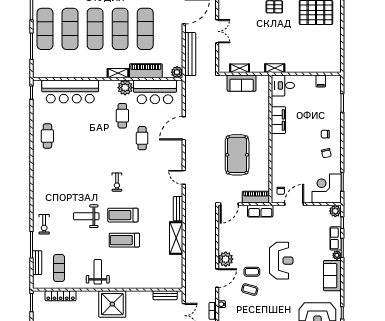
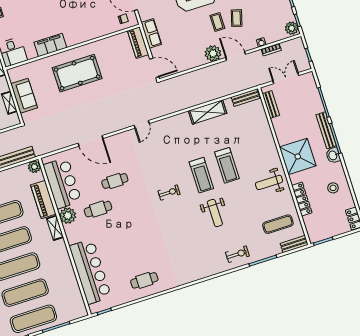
pool table: (237, 155) -> (77, 73), moved
bench: (178, 209) -> (245, 98), moved
bench: (37, 263) -> (294, 244), moved
locker: (61, 296) -> (302, 199), moved

